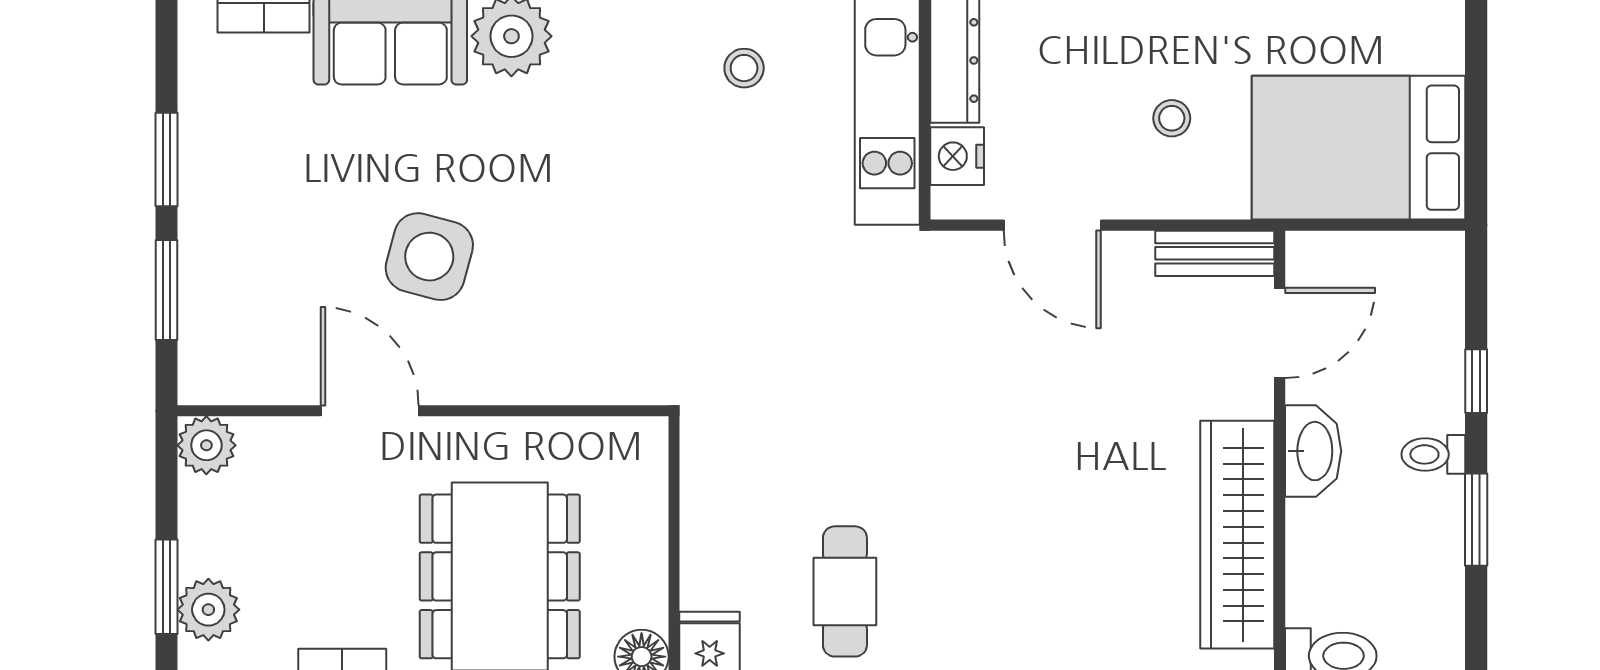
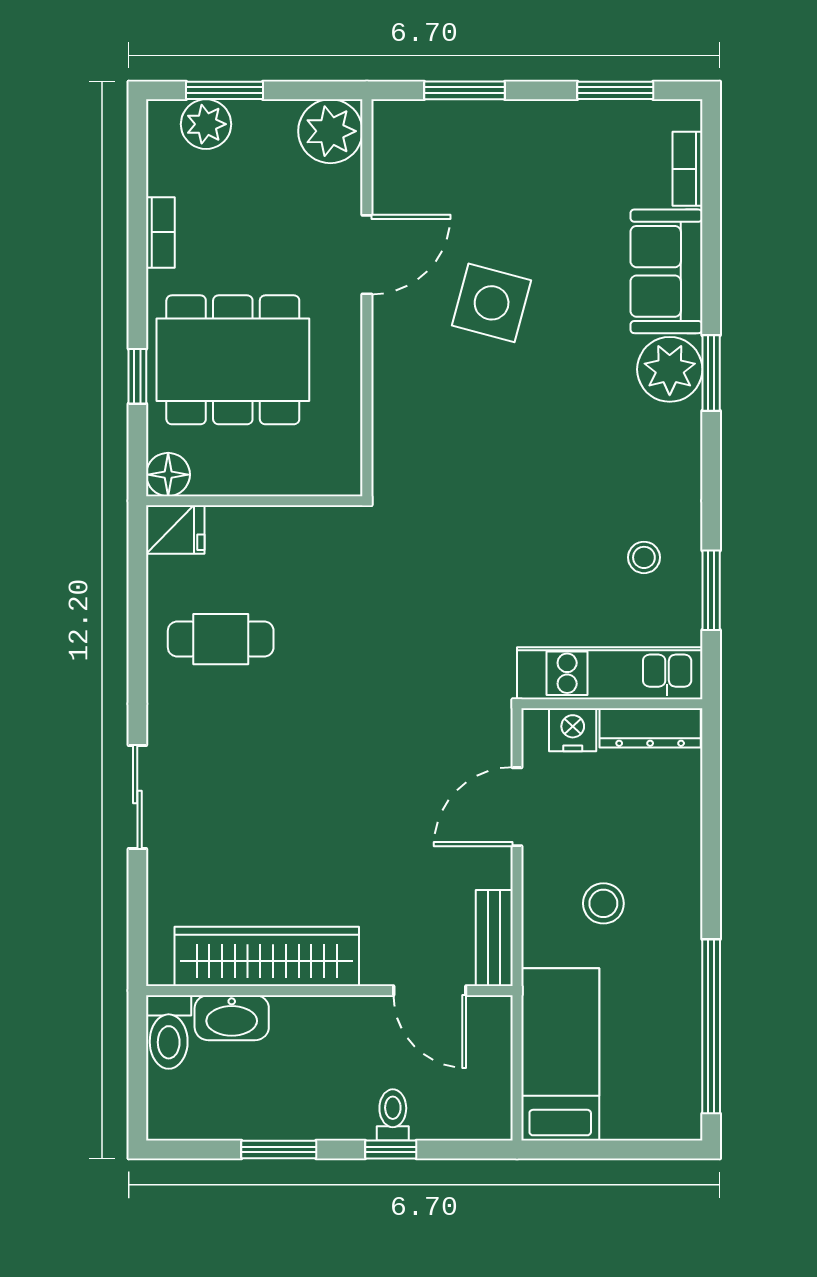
stool: (1172, 118) -> (603, 903), width x1.37, depth x1.37
bed: (1358, 148) -> (560, 1054), width x0.67
window: (166, 159) -> (615, 90), moved
plant: (206, 445) -> (330, 131), width x1.36, depth x1.36
washbasin: (1313, 451) -> (232, 1018), moved
toilet: (1433, 454) -> (393, 1115), moved

